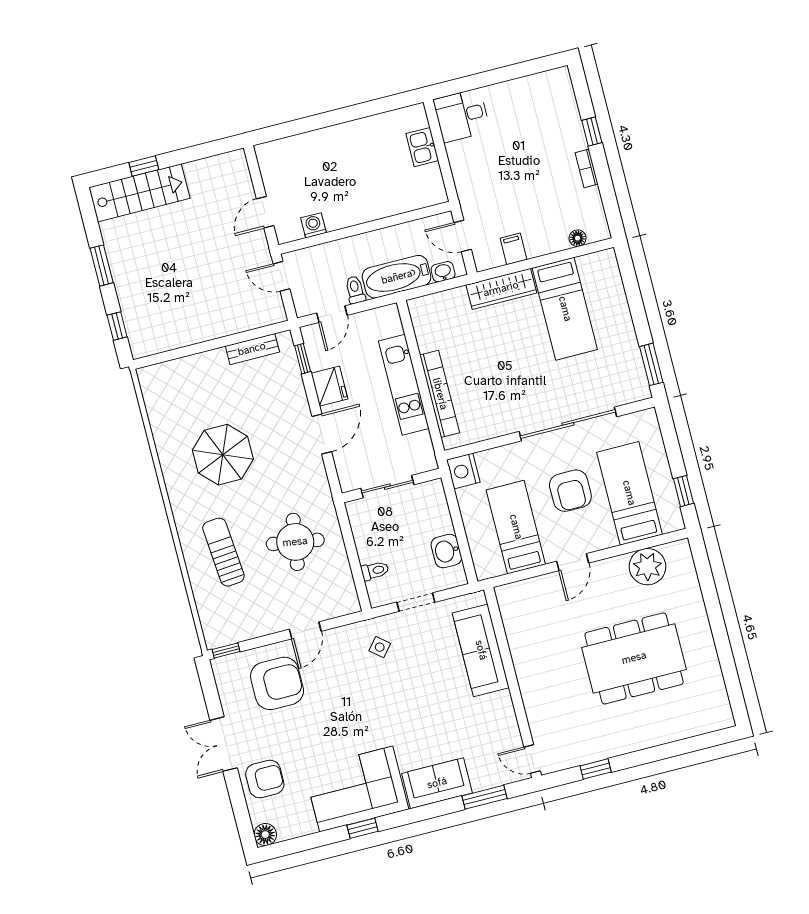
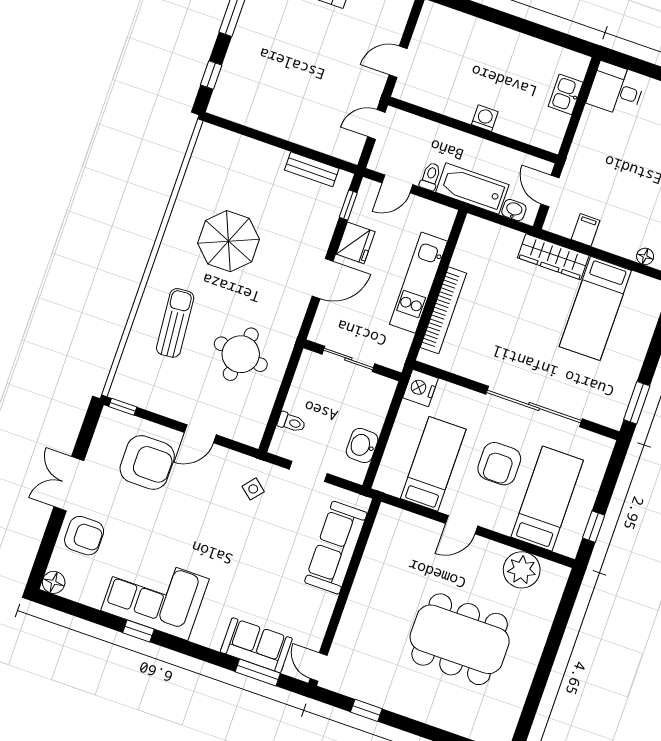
washing machine: (313, 225) -> (485, 118), moved
door: (282, 276) -> (376, 124), hinge flipped
sofa: (437, 783) -> (256, 645), moved

